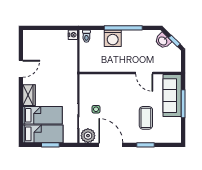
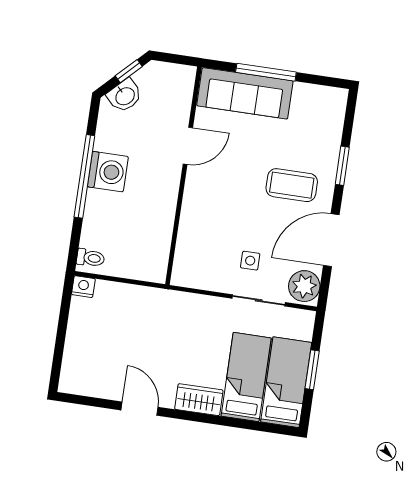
washing machine: (113, 38) -> (108, 172), moved
coffee table: (146, 118) -> (292, 185), moved

